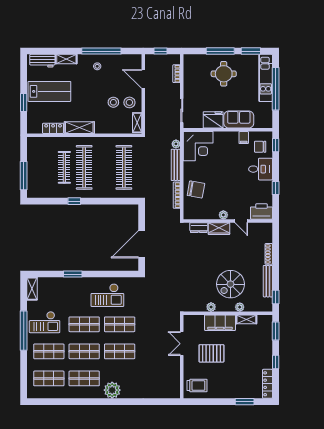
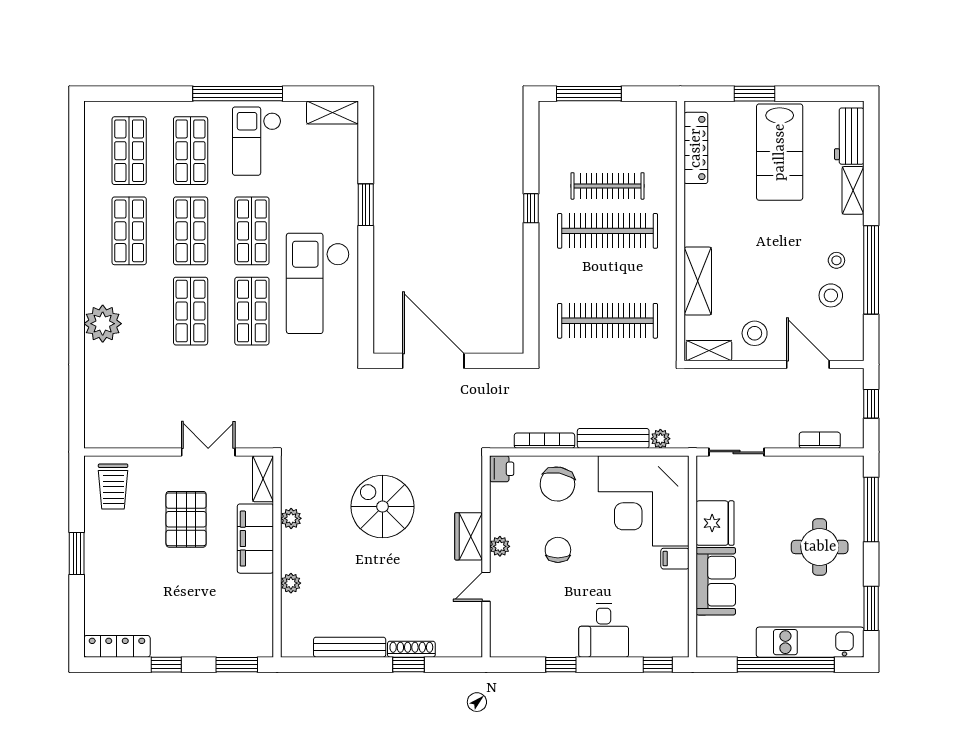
window: (220, 51) -> (871, 509), moved
door: (143, 79) -> (808, 364), hinge flipped
stool: (113, 102) -> (831, 295), moved
locker: (53, 128) -> (696, 148), width x1.53
shelving: (79, 128) -> (698, 281), moved
filing cabinet: (244, 138) -> (675, 559), moved
corner desk: (198, 146) -> (644, 501), width x1.36, depth x1.36
chair: (260, 147) -> (558, 550), moved
printer: (261, 212) -> (502, 469), moved, width x0.53, depth x0.68
dresser: (199, 228) -> (471, 490), removed
spiral stairs: (230, 284) -> (383, 507), moved
checkout: (107, 295) -> (318, 283), width x1.36, depth x1.21
window: (276, 297) -> (409, 665), moved
shelving: (246, 319) -> (263, 479), moved
plant: (112, 390) -> (103, 324), moved
window: (245, 402) -> (77, 553), moved

